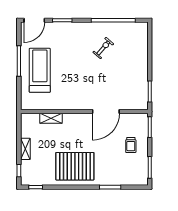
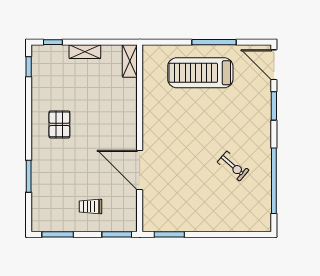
treadmill: (40, 70) -> (200, 73), turned 180
shelving: (51, 118) -> (130, 61), moved
pallet: (75, 166) -> (59, 124), width x0.49, depth x0.50

